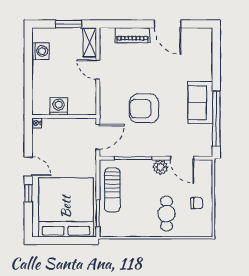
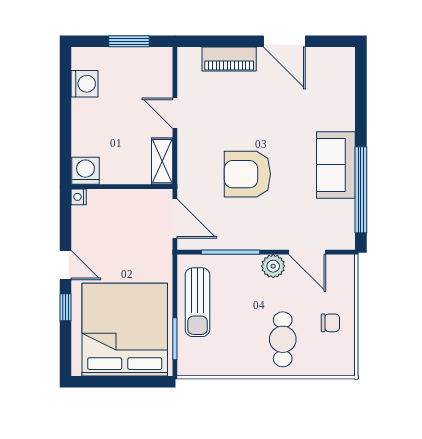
shelving: (90, 42) -> (162, 161), moved
washing machine: (59, 106) -> (85, 171), moved
door: (98, 137) -> (175, 219), hinge flipped

